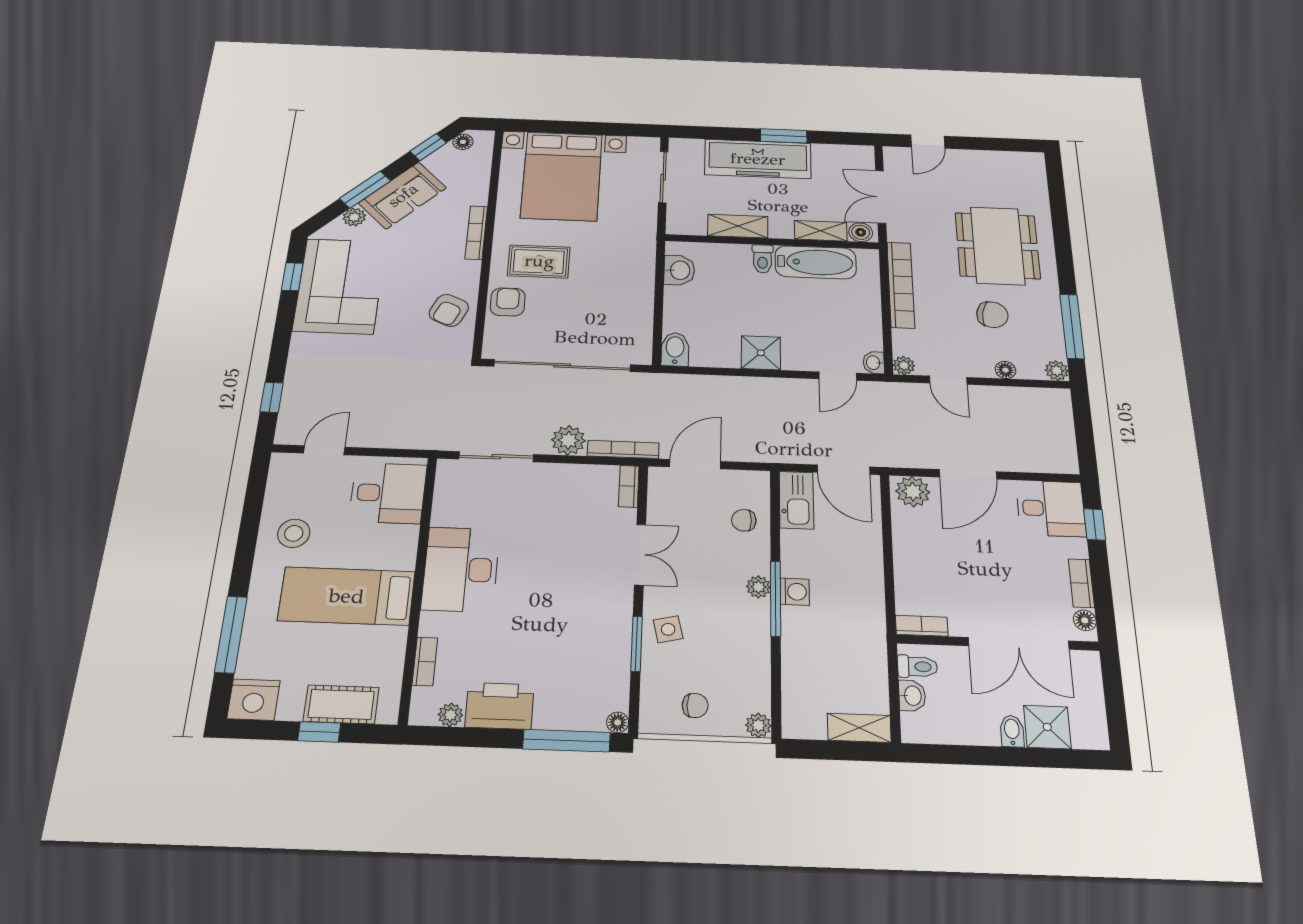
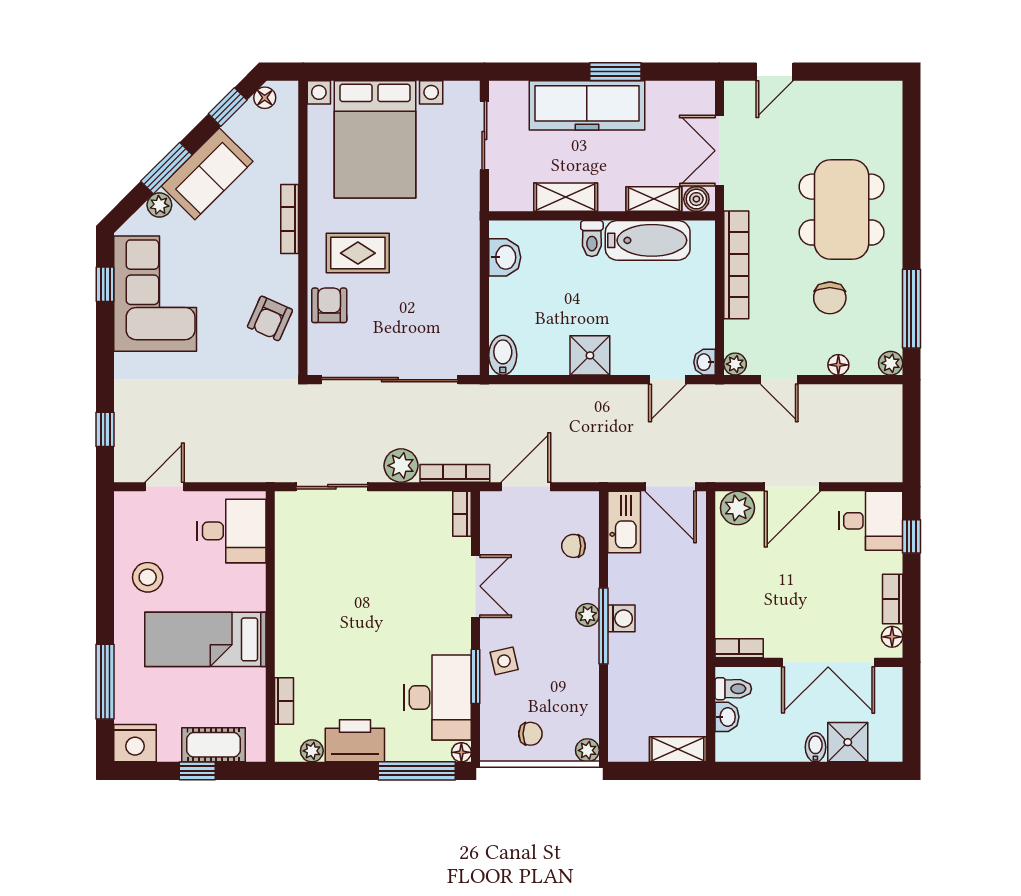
chair: (992, 315) -> (830, 298), turned 81
desk: (461, 569) -> (438, 698), moved, turned 180

